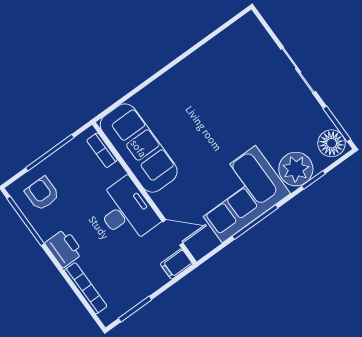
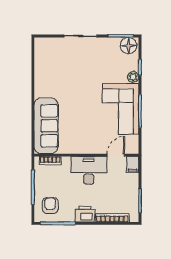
sofa: (139, 148) -> (46, 126), moved, turned 90
plant: (296, 169) -> (133, 77), width x0.53, depth x0.53
armchair: (42, 194) -> (50, 206), turned 90

